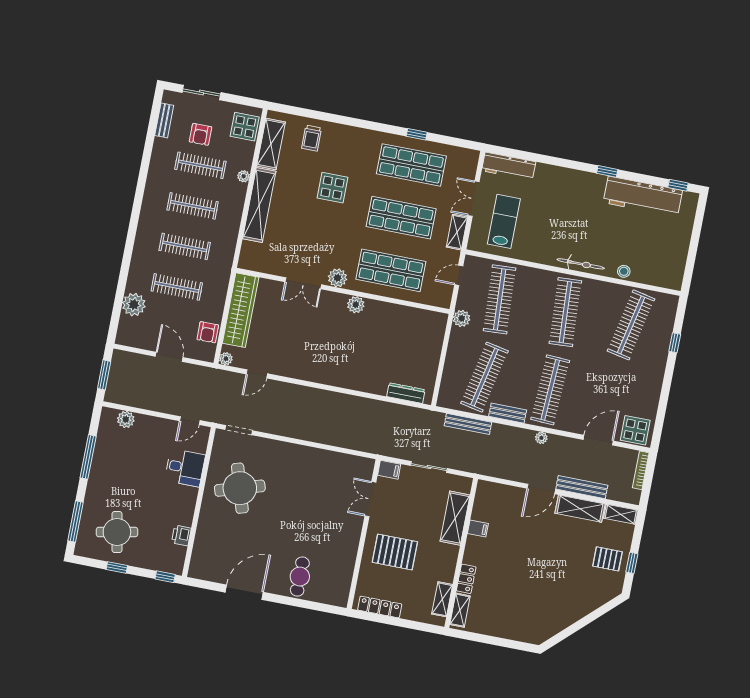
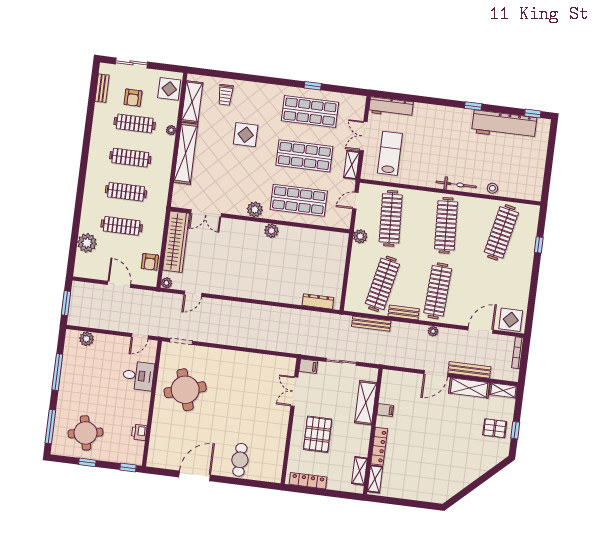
double door: (303, 283) -> (206, 213), moved
pallet: (395, 552) -> (318, 434), turned 90
locker: (466, 579) -> (379, 446), width x1.53

